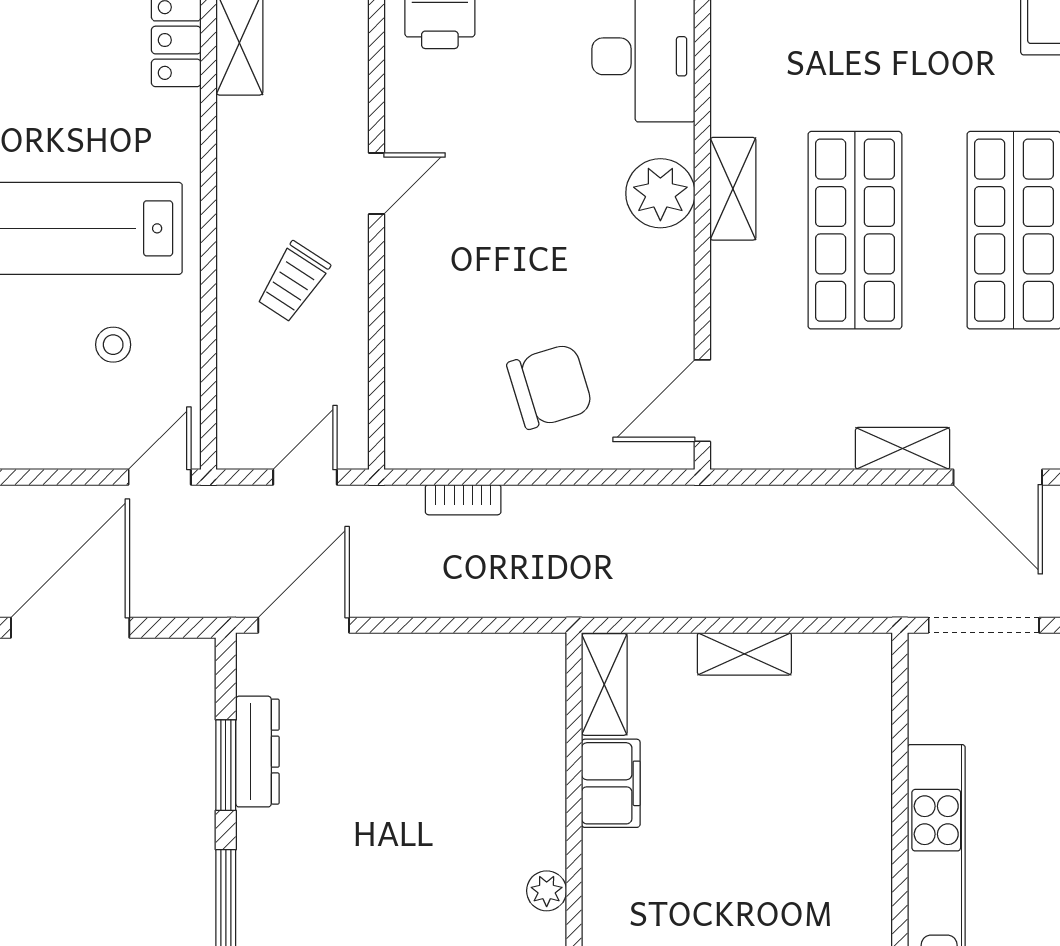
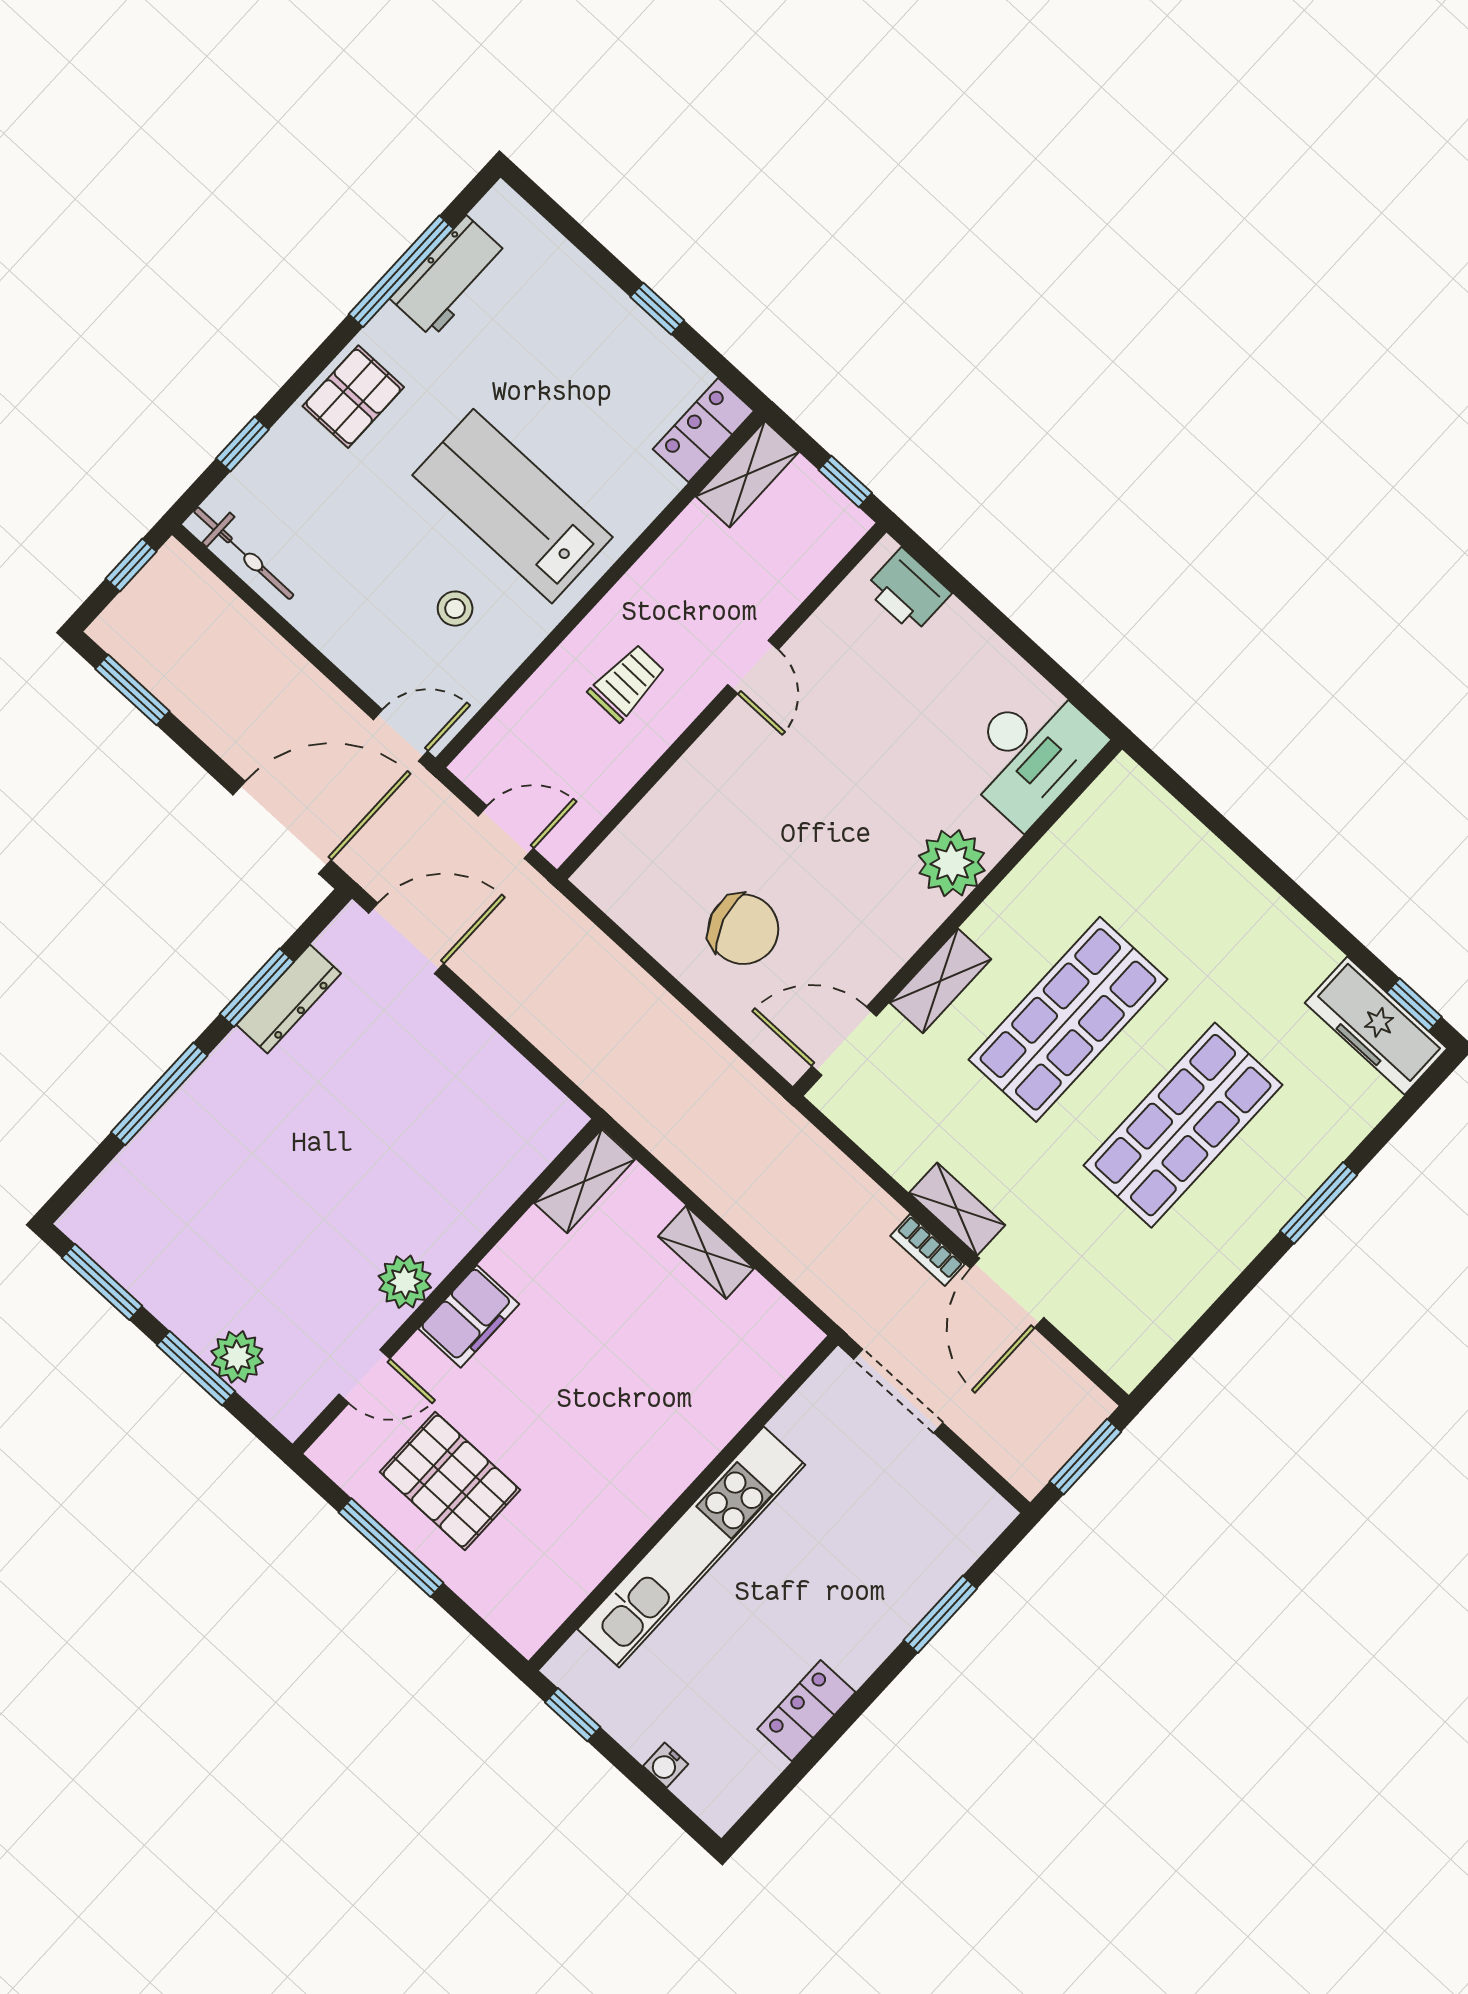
door: (376, 183) -> (753, 667), hinge flipped
shelving: (733, 189) -> (940, 981), moved
trolley: (293, 282) -> (627, 683), turned 148
bookcase: (463, 500) -> (927, 1250), moved
door: (70, 628) -> (282, 827), moved
filing cabinet: (611, 783) -> (469, 1316), moved
plant: (547, 891) -> (405, 1282), width x1.38, depth x1.38

